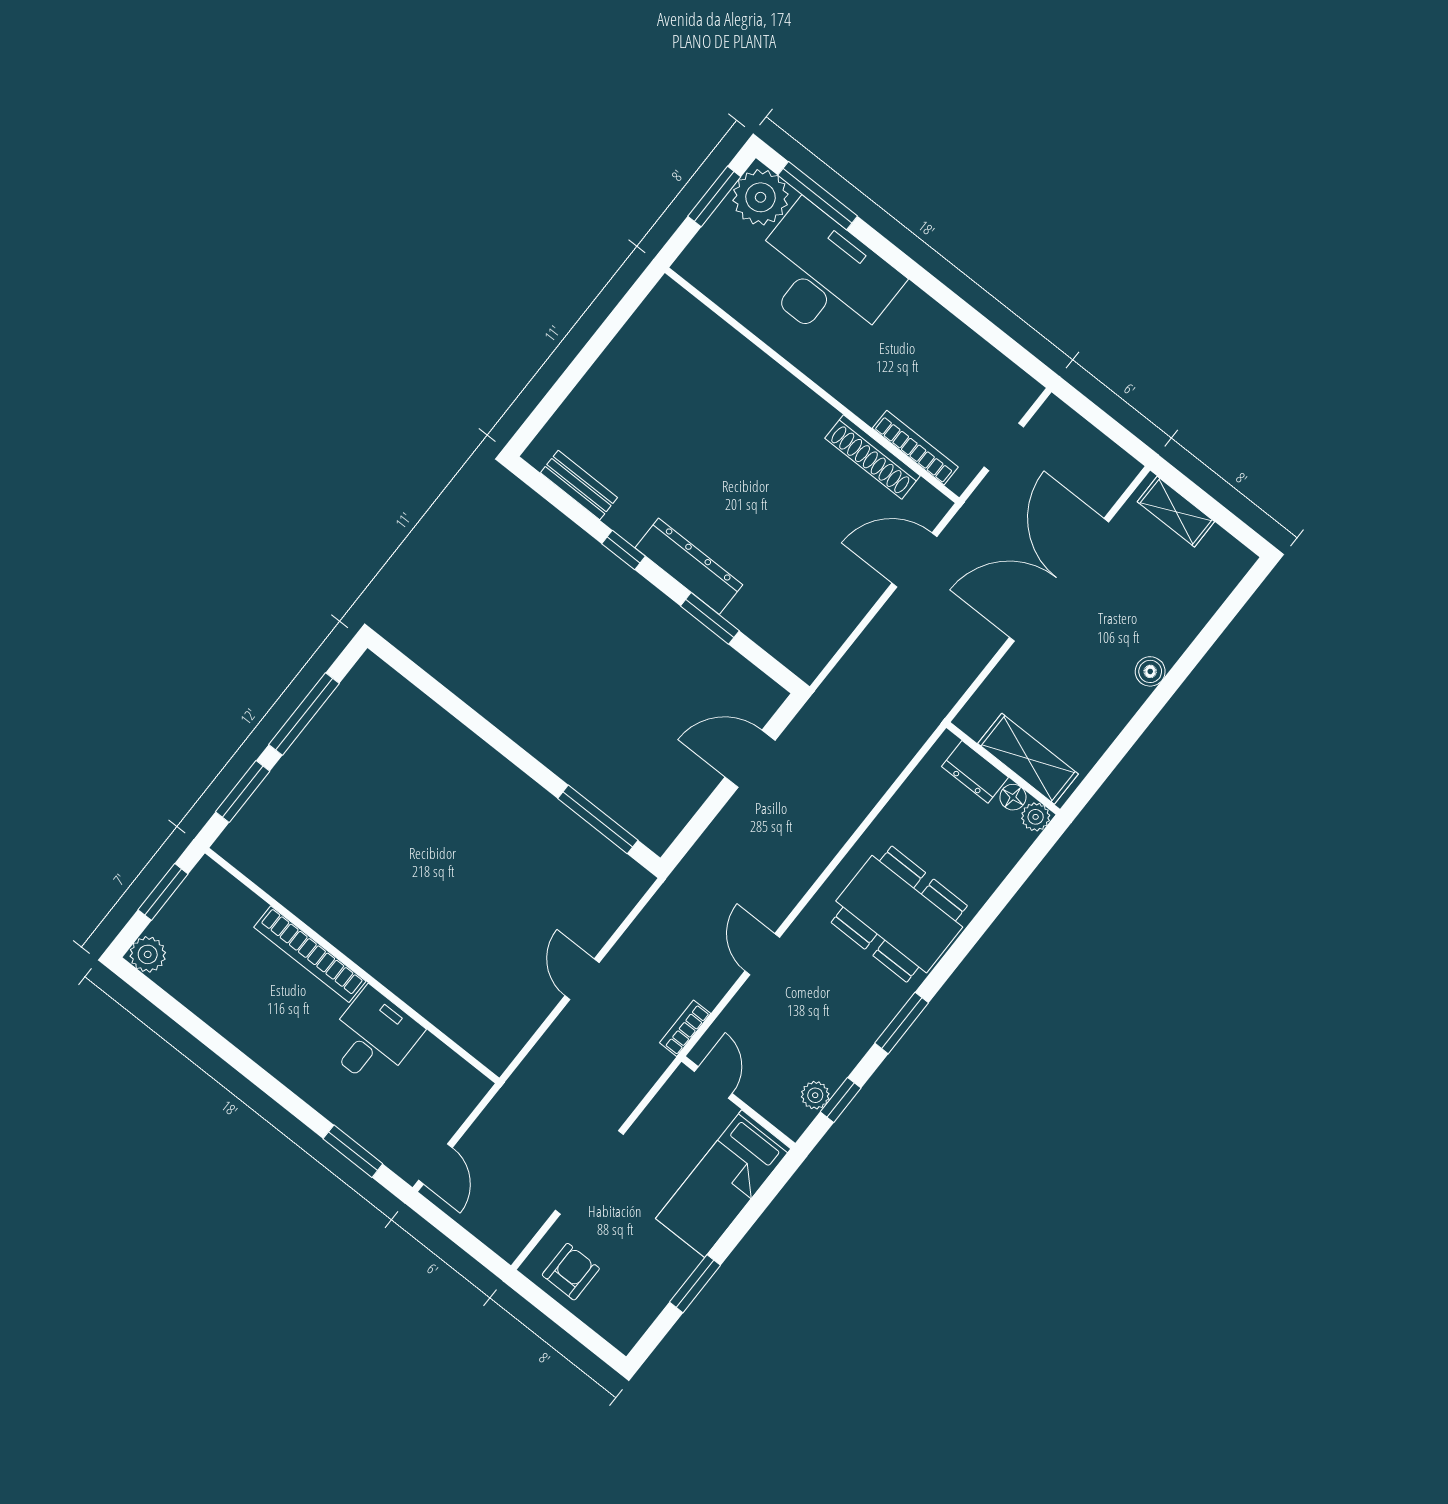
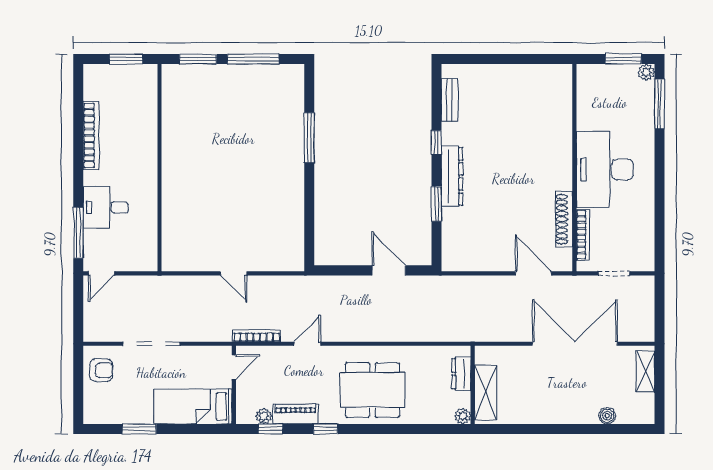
plant: (760, 197) -> (646, 72), width x0.53, depth x0.53
desk: (824, 277) -> (605, 169), moved, turned 180
boiler: (1150, 671) -> (607, 416), moved
floor lamp: (1013, 797) -> (463, 399), removed
window: (598, 819) -> (309, 138), moved
dining table: (899, 914) -> (373, 390), turned 90
plant: (148, 954) -> (93, 74), removed
bookcase: (310, 954) -> (91, 135), moved, turned 180
door: (582, 979) -> (234, 273), swing flipped
window: (902, 1023) -> (326, 429), width x0.67
bookcase: (685, 1028) -> (257, 336), width x1.56
desk: (373, 1038) -> (106, 207), moved, turned 180
piano: (848, 1048) -> (296, 414), added
window: (353, 1151) -> (78, 233), width x1.44

